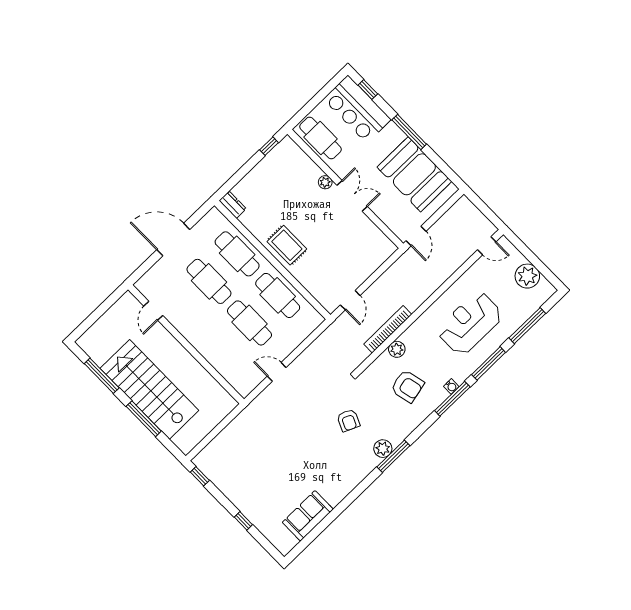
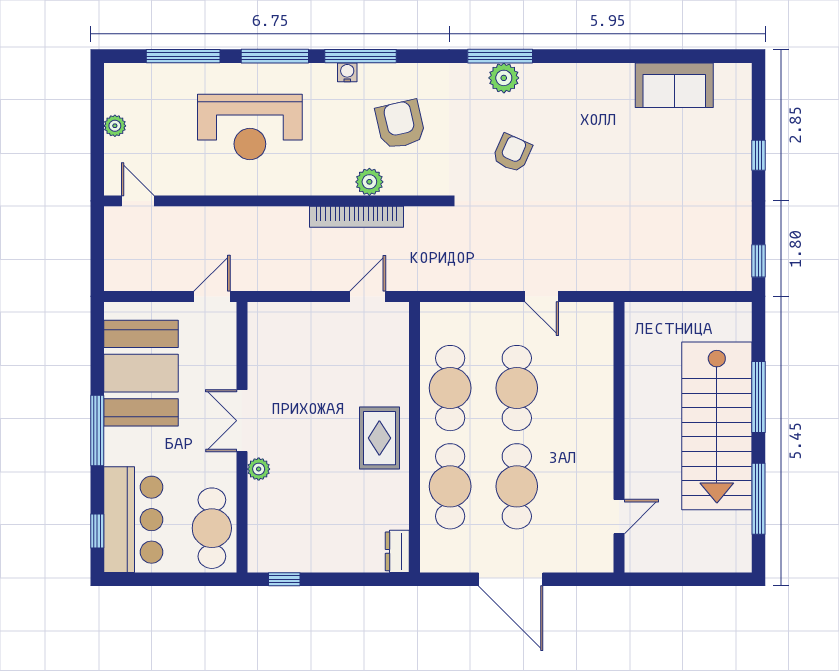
plant: (527, 276) -> (115, 126), width x0.53, depth x0.53

